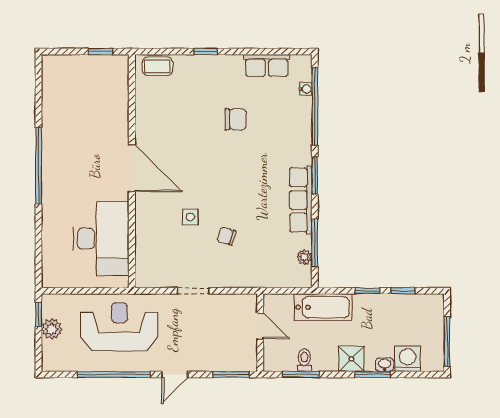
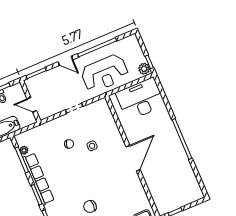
door: (132, 168) -> (133, 158), swing flipped
row of seats: (301, 200) -> (38, 179), width x1.36
desk: (101, 239) -> (140, 99), moved, turned 90
plant: (52, 329) -> (144, 69), moved
door: (175, 374) -> (65, 61), swing flipped

